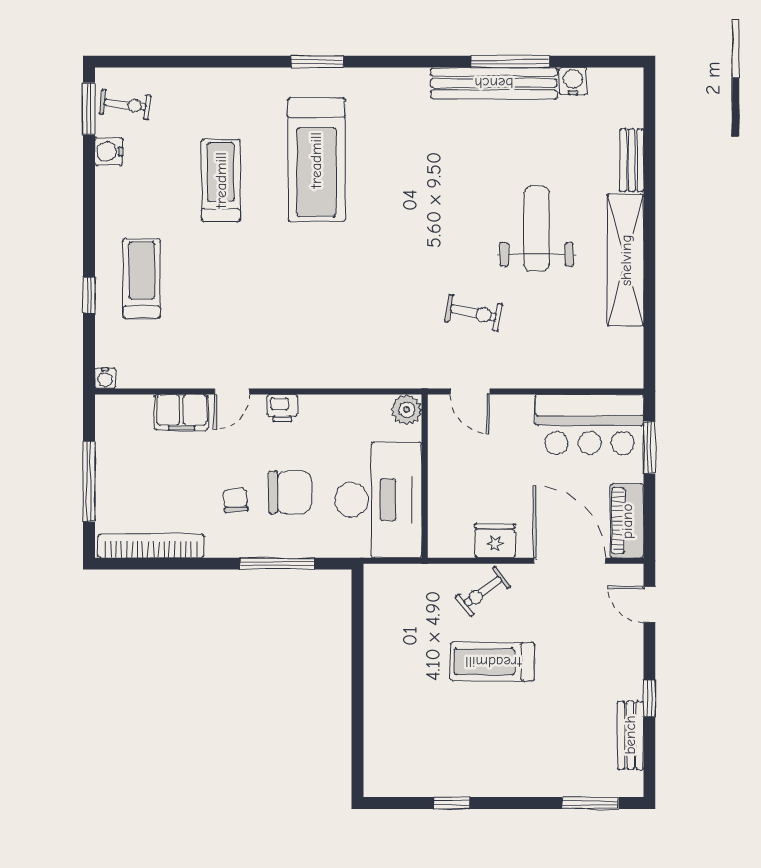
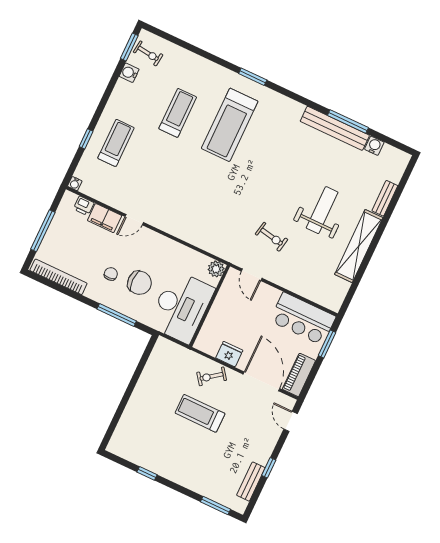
printer: (282, 408) -> (84, 206), moved

